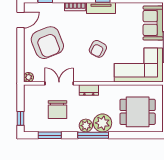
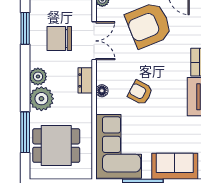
floor lamp: (97, 78) -> (102, 91), added
dining table: (138, 112) -> (56, 146), turned 90
window: (93, 135) -> (25, 132), moved

